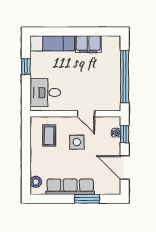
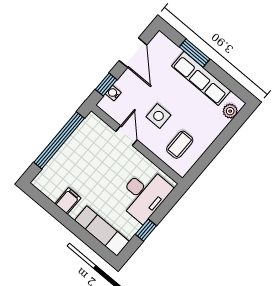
filing cabinet: (88, 44) -> (68, 201), width x0.50
desk: (45, 93) -> (144, 194), width x1.37

